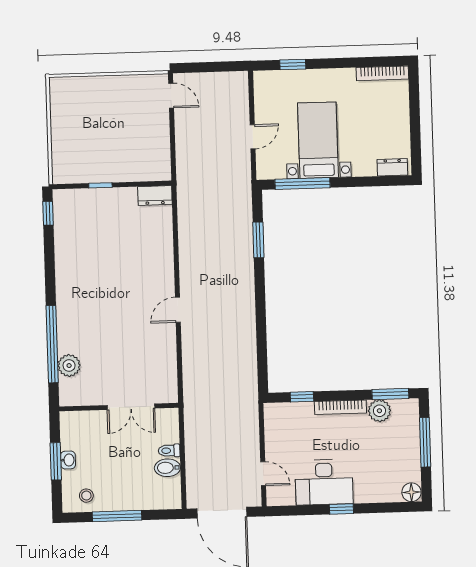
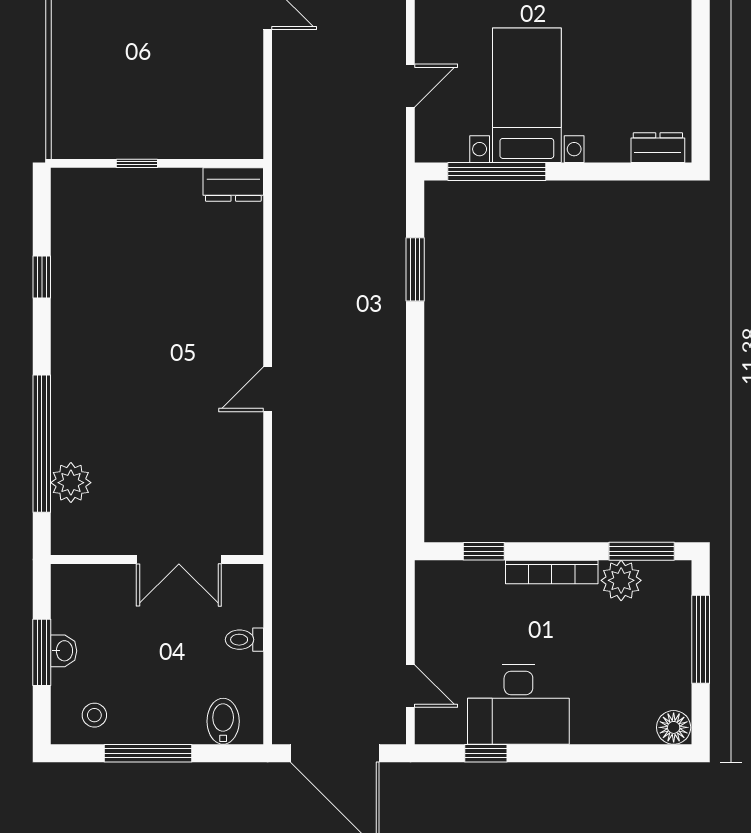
window: (48, 213) -> (42, 277), moved
bidet: (167, 468) -> (223, 721), moved, turned 90
window: (341, 509) -> (486, 753), moved

